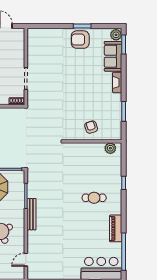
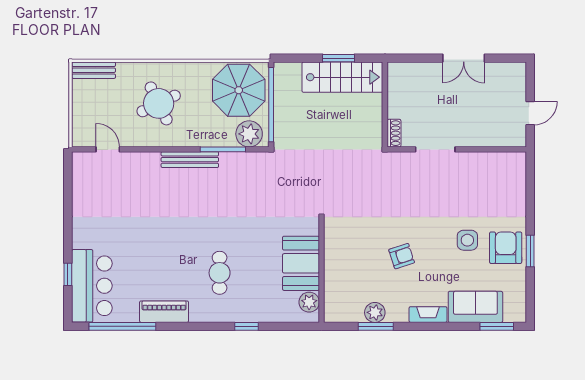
plant: (116, 35) -> (375, 312), moved
side table: (76, 61) -> (467, 240), added
armchair: (91, 127) -> (402, 256), moved
booth: (89, 153) -> (301, 263), added
plant: (17, 181) -> (249, 134), added

